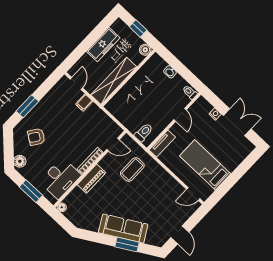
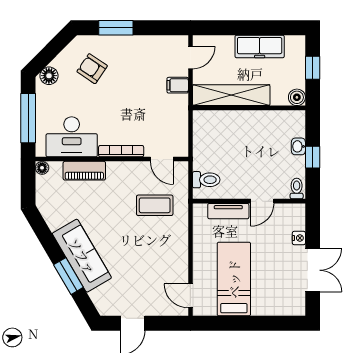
window: (182, 70) -> (313, 157), added
tv unit: (162, 144) -> (228, 211), moved
piano: (91, 179) -> (84, 171), moved
window: (31, 191) -> (28, 118), width x1.44

